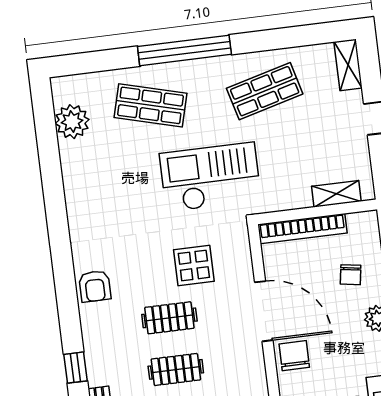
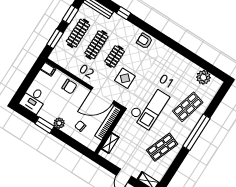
shop shelf: (265, 91) -> (162, 147), turned 36
door: (264, 311) -> (103, 95), moved
clothes rail: (176, 369) -> (96, 45), width x1.36

